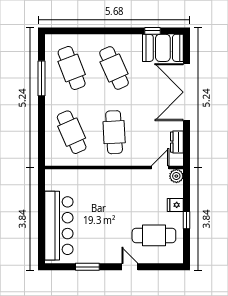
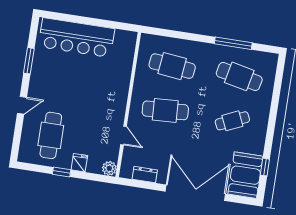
cafe table: (72, 68) -> (239, 76), turned 33
cafe table: (114, 68) -> (232, 121), width x0.73, depth x0.74
cafe table: (72, 132) -> (172, 66), turned 30
door: (160, 168) -> (124, 136), moved

